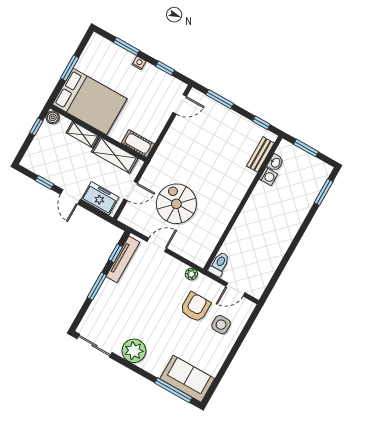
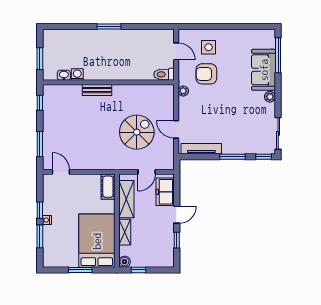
window: (165, 68) -> (40, 210), moved
bench: (260, 154) -> (97, 90), moved
door: (131, 191) -> (147, 172), swing flipped
window: (324, 192) -> (109, 27), moved
spiral stairs: (176, 204) -> (137, 132), turned 180
window: (116, 253) -> (264, 157), moved
plant: (134, 351) -> (270, 97), width x0.53, depth x0.53
sofa: (187, 379) -> (264, 70), moved

